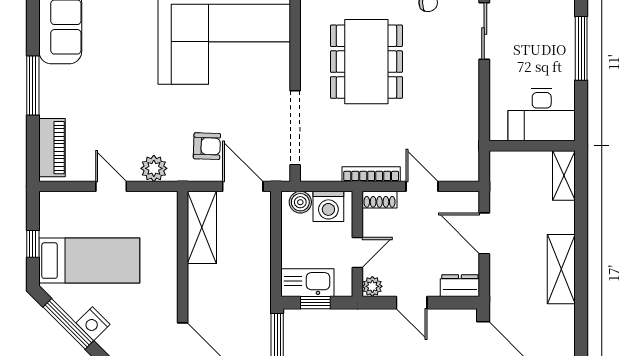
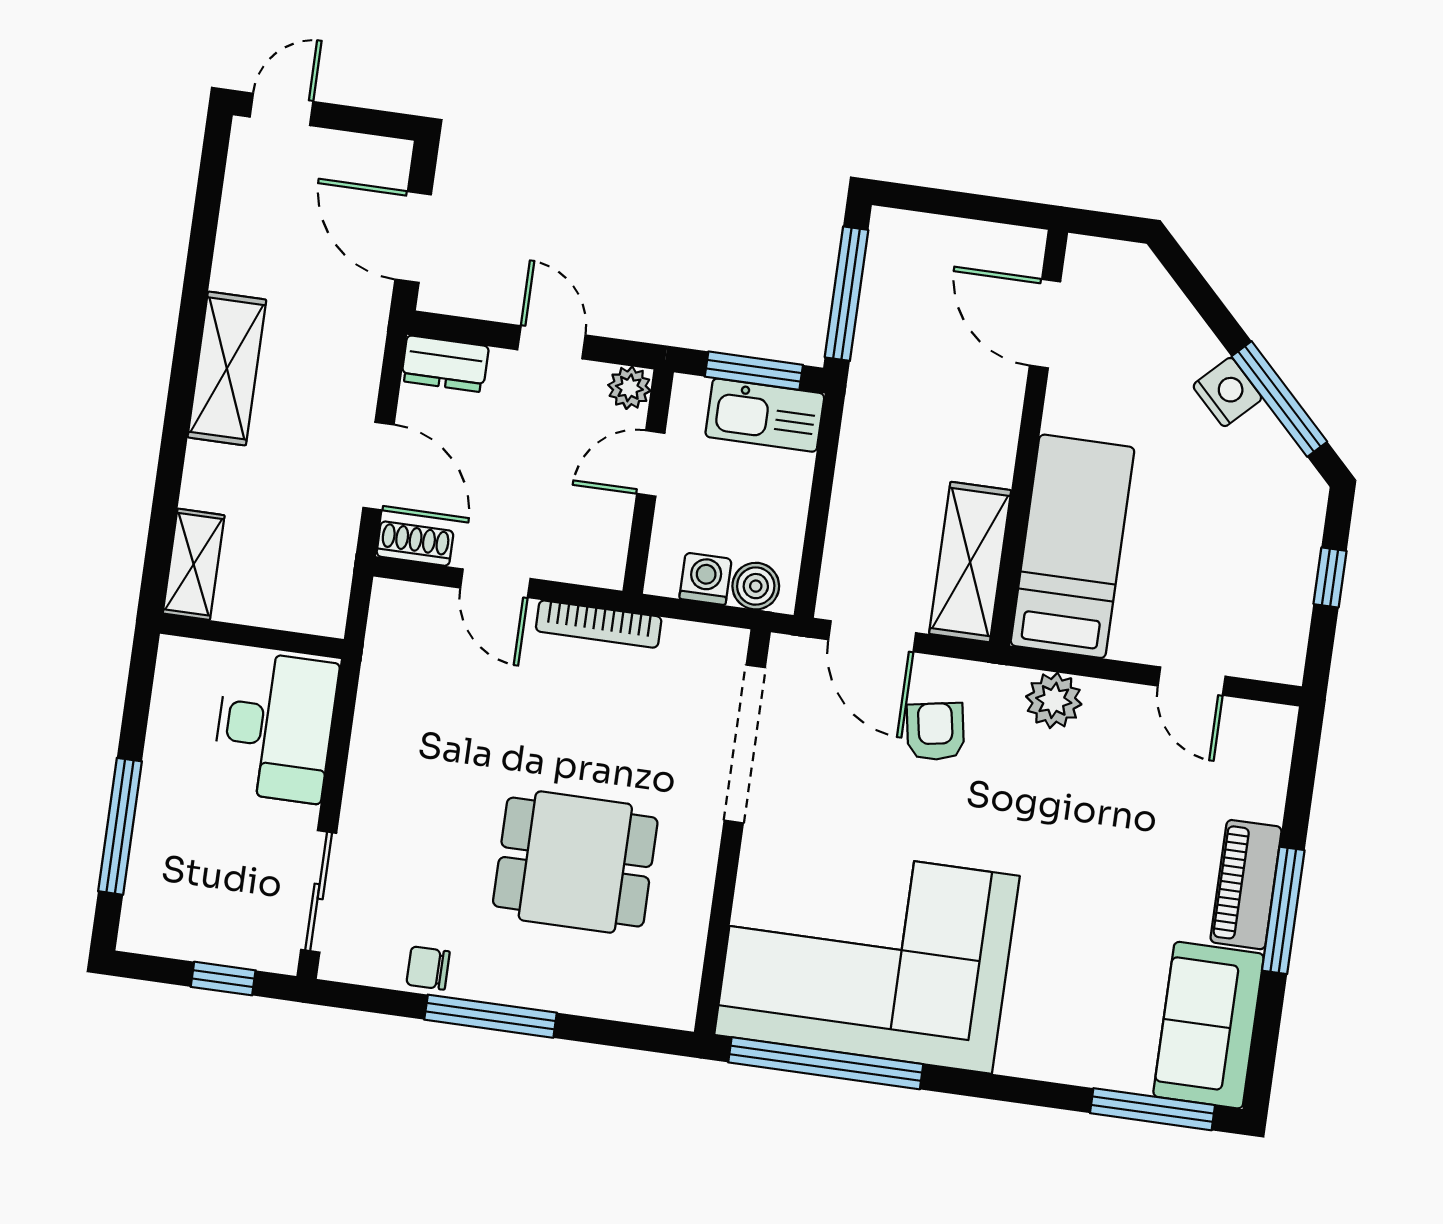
dining table: (366, 62) -> (575, 862), width x0.73
desk: (542, 115) -> (275, 727), moved, turned 90
armchair: (207, 146) -> (935, 731), turned 78
piano: (52, 148) -> (1246, 885), moved
door: (111, 186) -> (1192, 681), moved
shoe rack: (380, 200) -> (415, 544), moved
washing machine: (328, 206) -> (705, 579), width x0.73, depth x0.73
bed: (89, 261) -> (1072, 546), moved, turned 90
window: (315, 303) -> (754, 371), width x1.50

